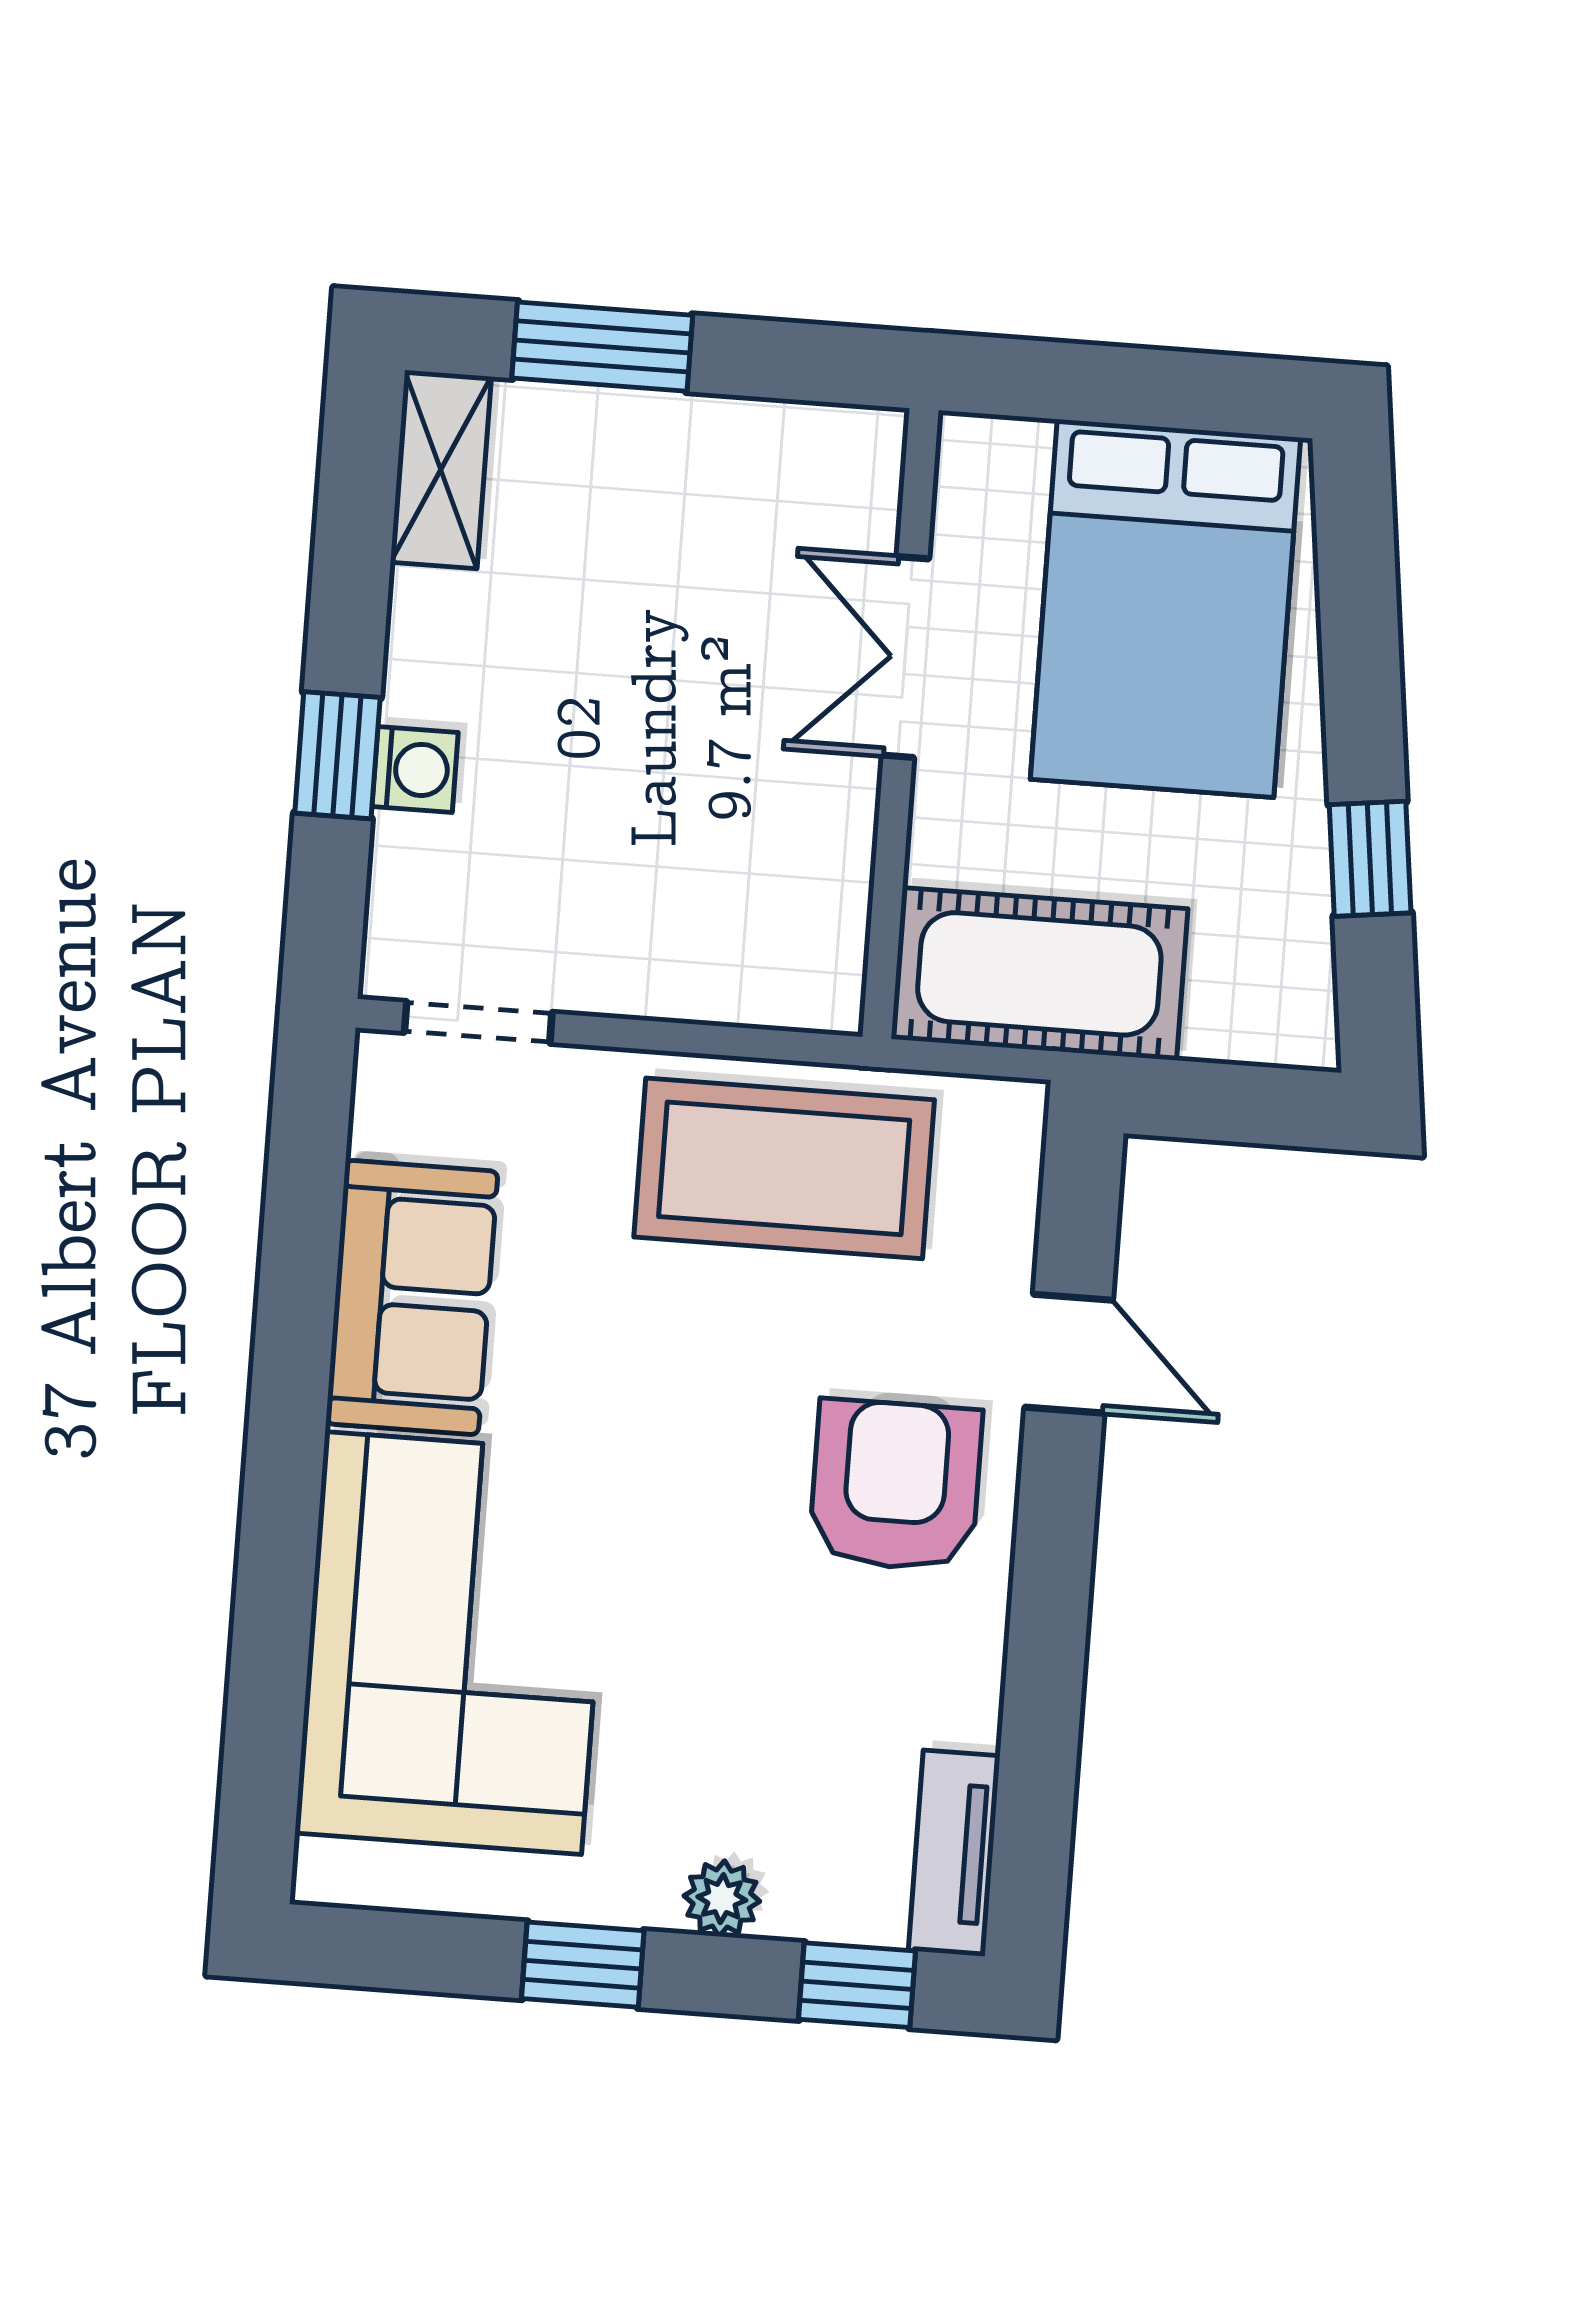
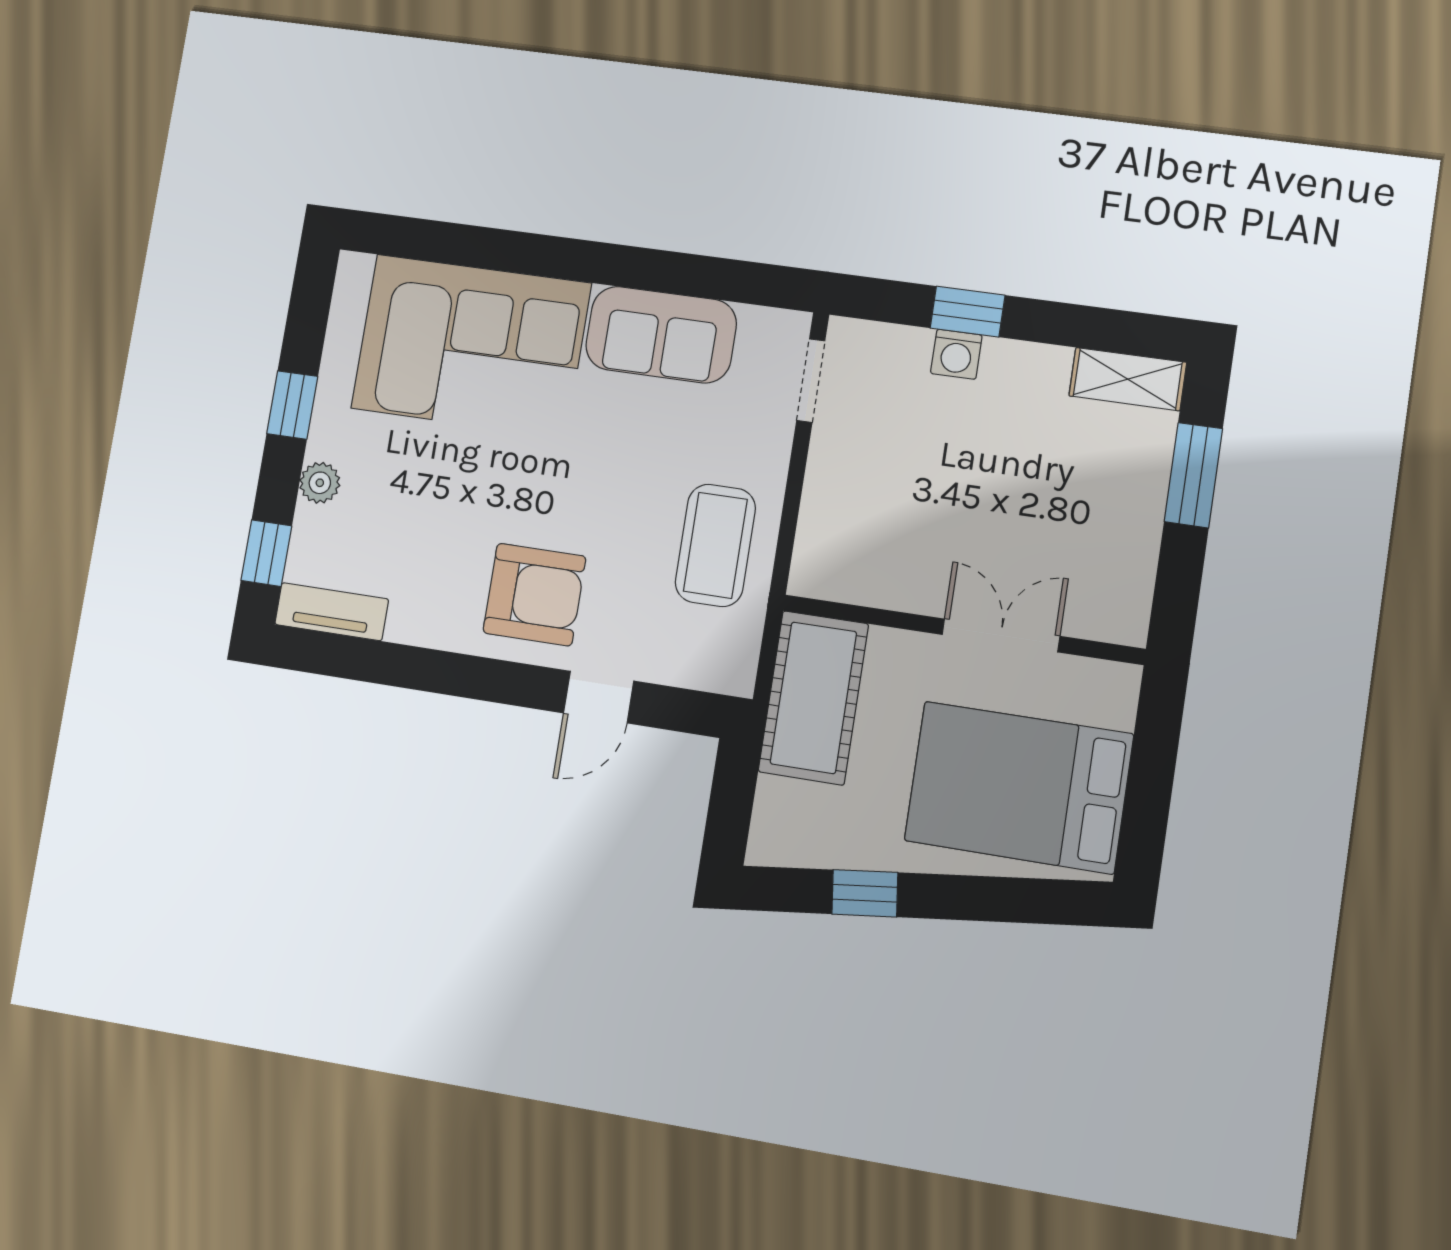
coffee table: (784, 1168) -> (715, 545), width x0.73, depth x0.76

